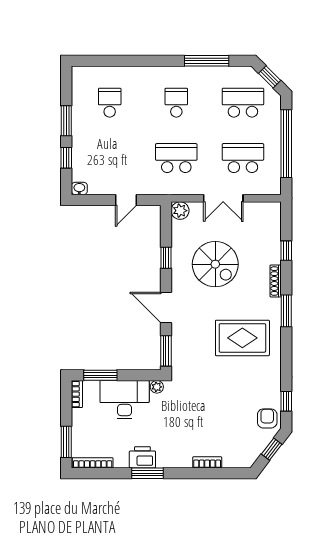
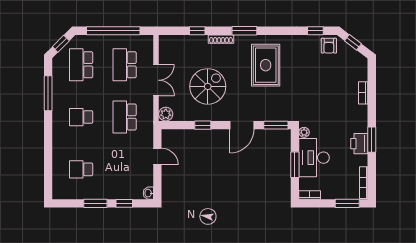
window: (100, 375) -> (295, 165), moved
armchair: (267, 418) -> (329, 46), turned -90

